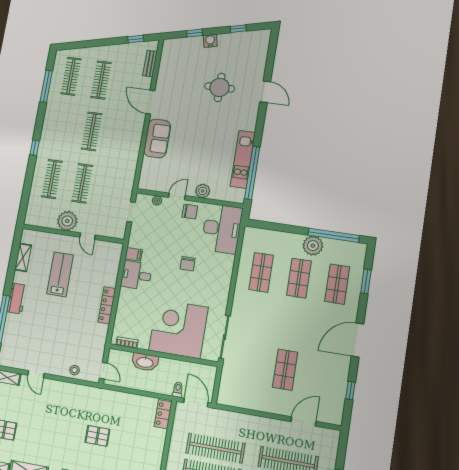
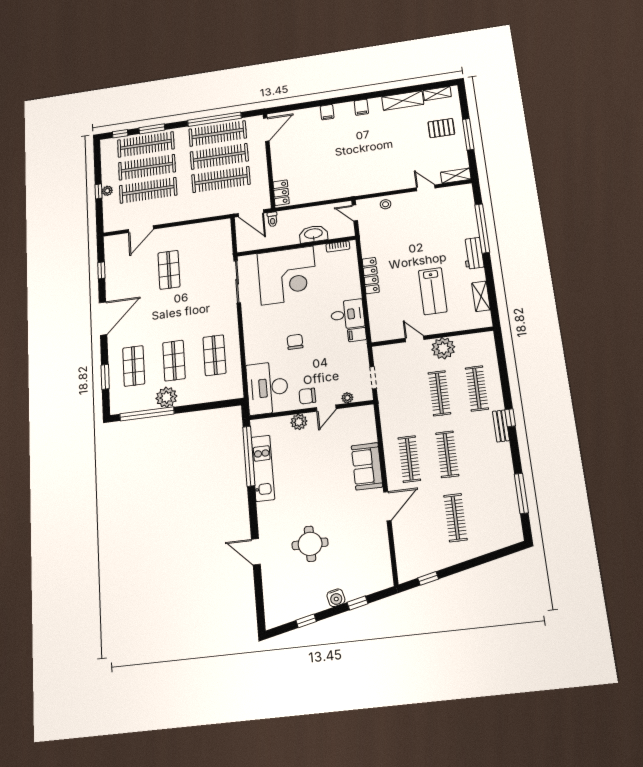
bench: (150, 64) -> (501, 426), moved
clothes rail: (71, 76) -> (409, 459), moved
door: (150, 102) -> (387, 506), hinge flipped
pallet: (97, 436) -> (342, 153), removed

